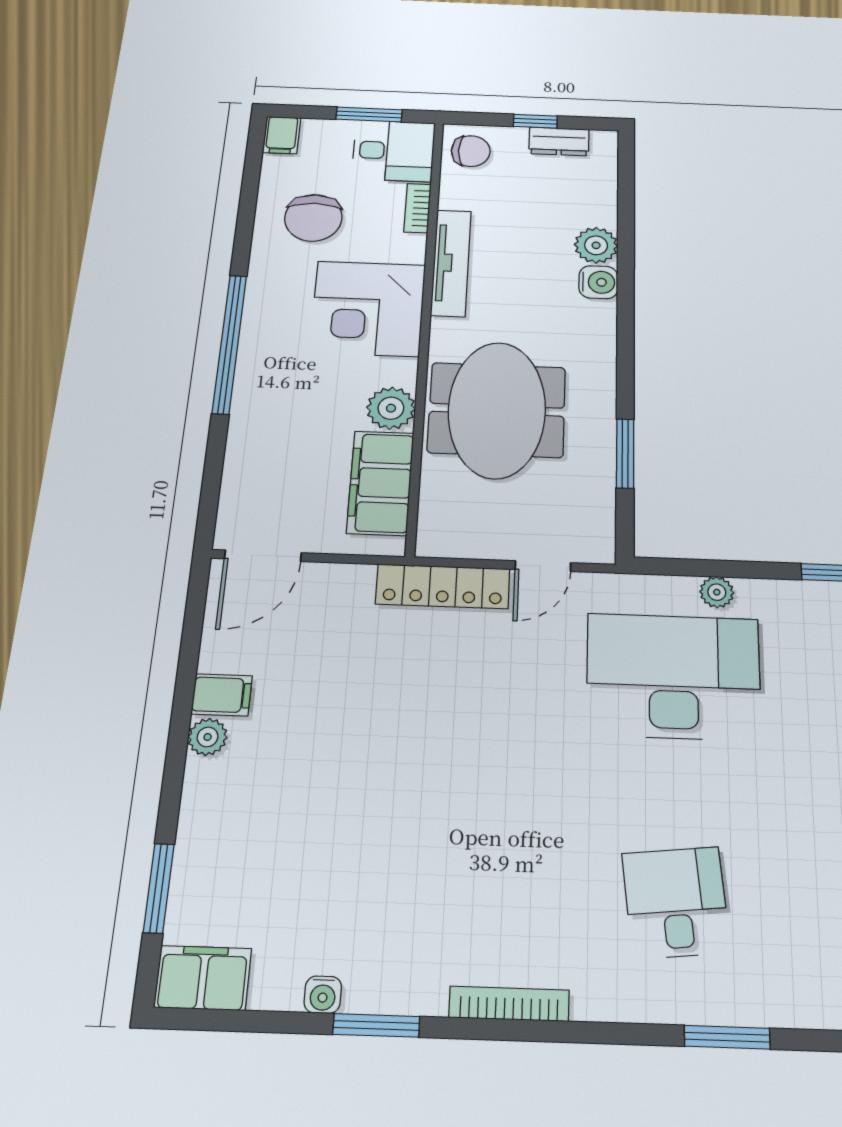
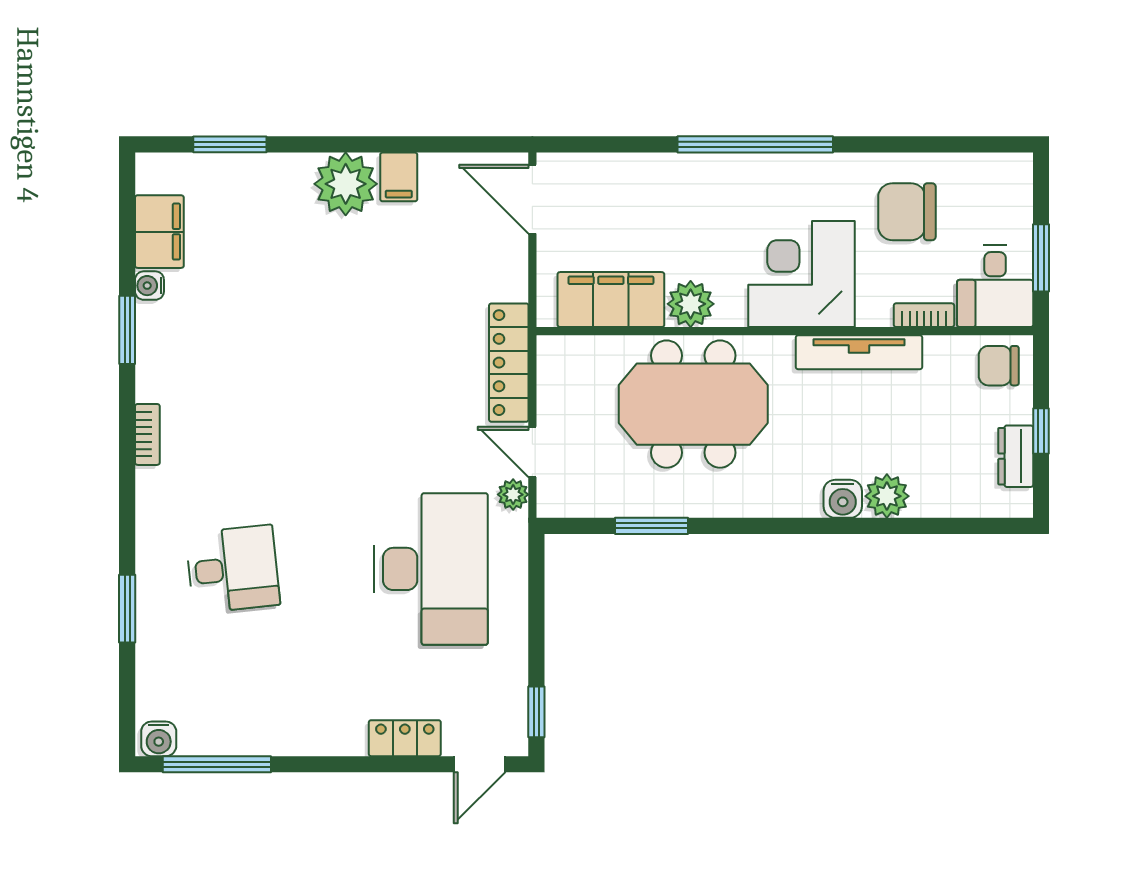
filing cabinet: (282, 135) -> (1010, 170), removed
chair: (471, 151) -> (999, 366), turned 90
plant: (717, 592) -> (513, 495), moved
plant: (208, 737) -> (346, 184), width x1.87, depth x1.87
filing cabinet: (203, 978) -> (159, 232), moved
bookcase: (509, 1004) -> (147, 434), width x0.64

